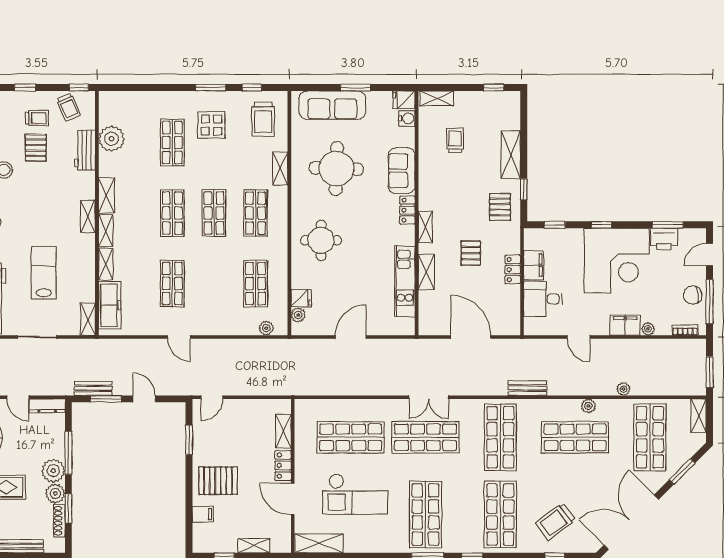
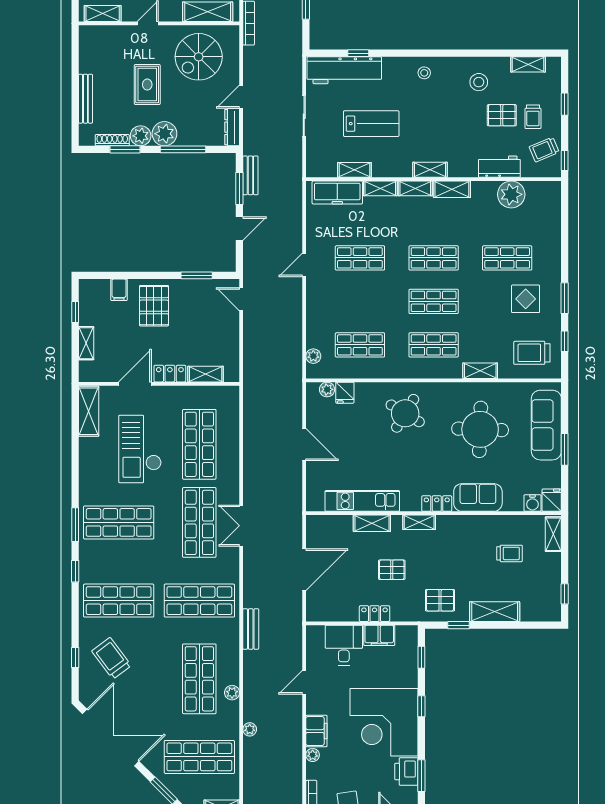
round table: (321, 240) -> (405, 413), turned 31
shelving: (88, 319) -> (354, 170), moved

